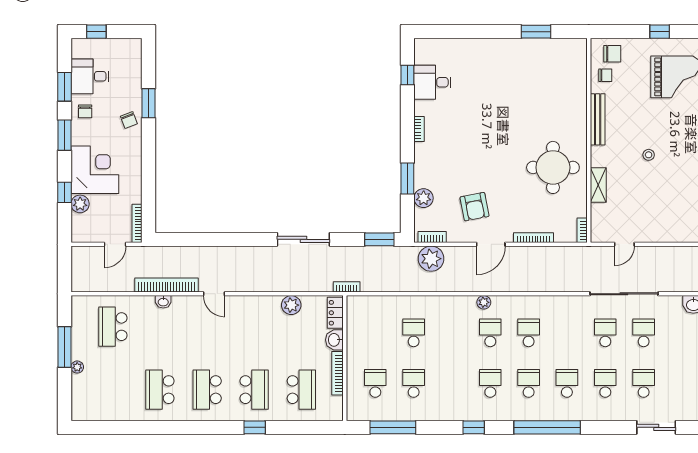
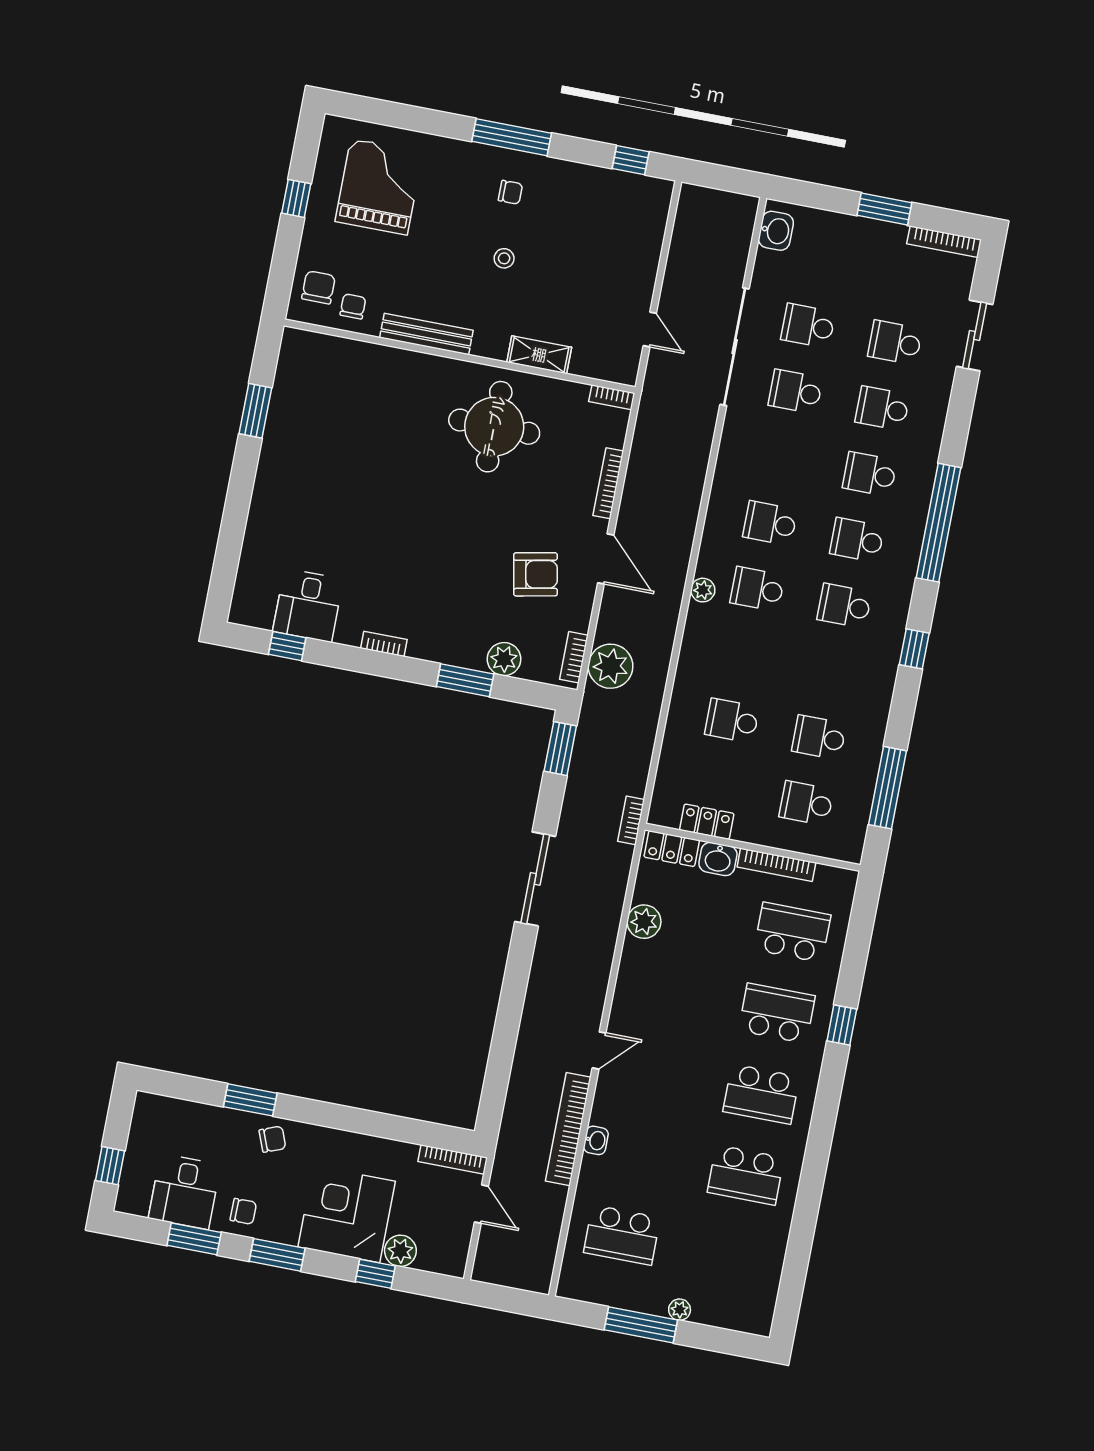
chair: (686, 151) -> (510, 192), added
locker: (354, 330) -> (707, 822), added

